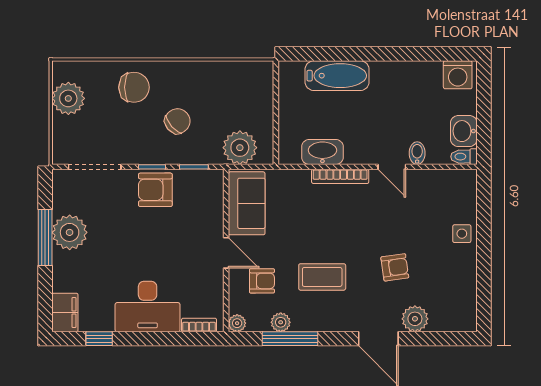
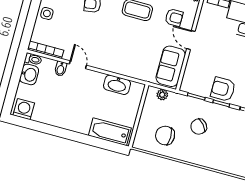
bathtub: (337, 76) -> (110, 132), moved
chair: (134, 87) -> (165, 136), moved
plant: (240, 148) -> (162, 95), width x0.53, depth x0.53
bookcase: (340, 176) -> (46, 50), moved
armchair: (155, 190) -> (223, 89), turned 180
armchair: (262, 281) -> (174, 17), turned 180

